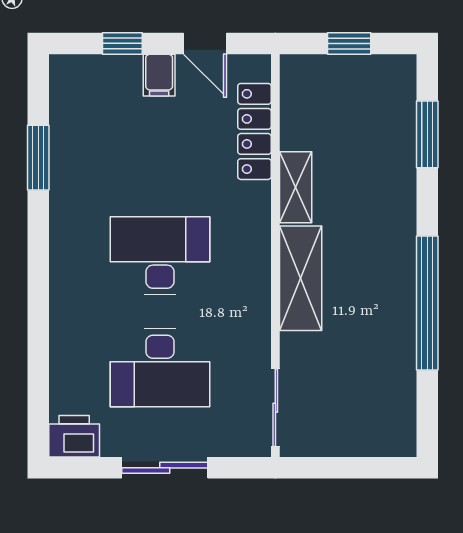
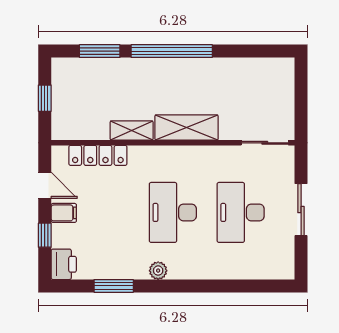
door: (205, 43) -> (45, 185), hinge flipped
plant: (64, 231) -> (158, 271), added
window: (427, 303) -> (172, 51), moved
desk: (160, 368) -> (241, 212), turned 180
printer: (74, 436) -> (64, 264), moved, turned 180

